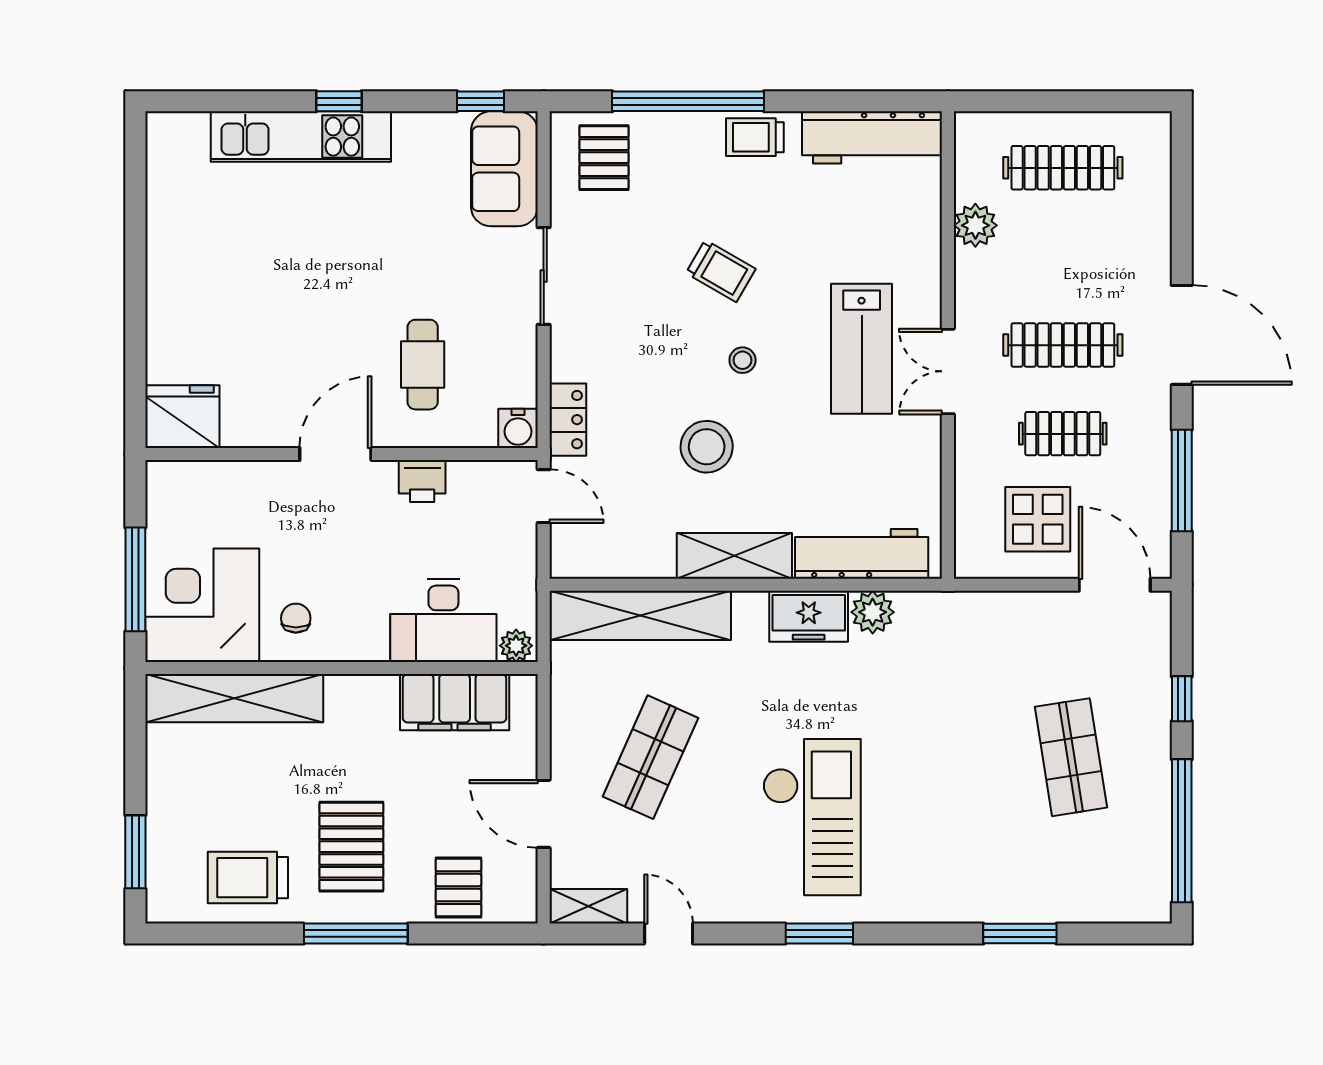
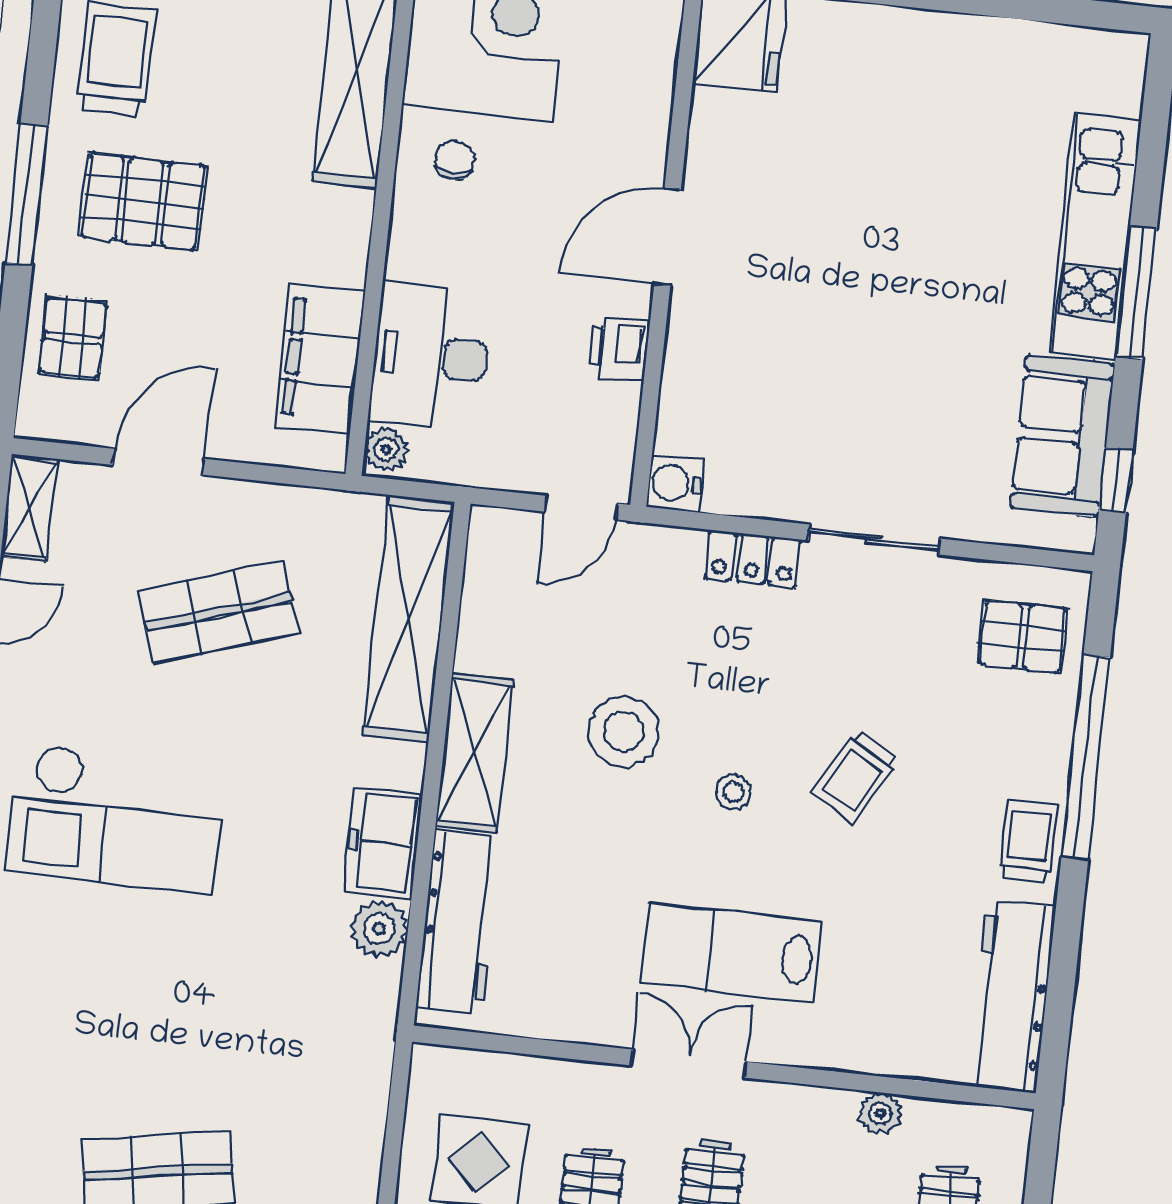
window: (339, 101) -> (1136, 292), width x2.17
sofa: (504, 169) -> (1062, 436), moved, turned -90
plant: (975, 225) -> (880, 1114), width x0.73, depth x0.73
cafe table: (423, 365) -> (774, 366), removed
locker: (568, 420) -> (753, 559), moved
door: (335, 454) -> (667, 237), swing flipped
chair: (296, 618) -> (455, 160), turned -90
shop shelf: (650, 757) -> (218, 612), turned -42
pallet: (458, 888) -> (73, 338), turned 90

